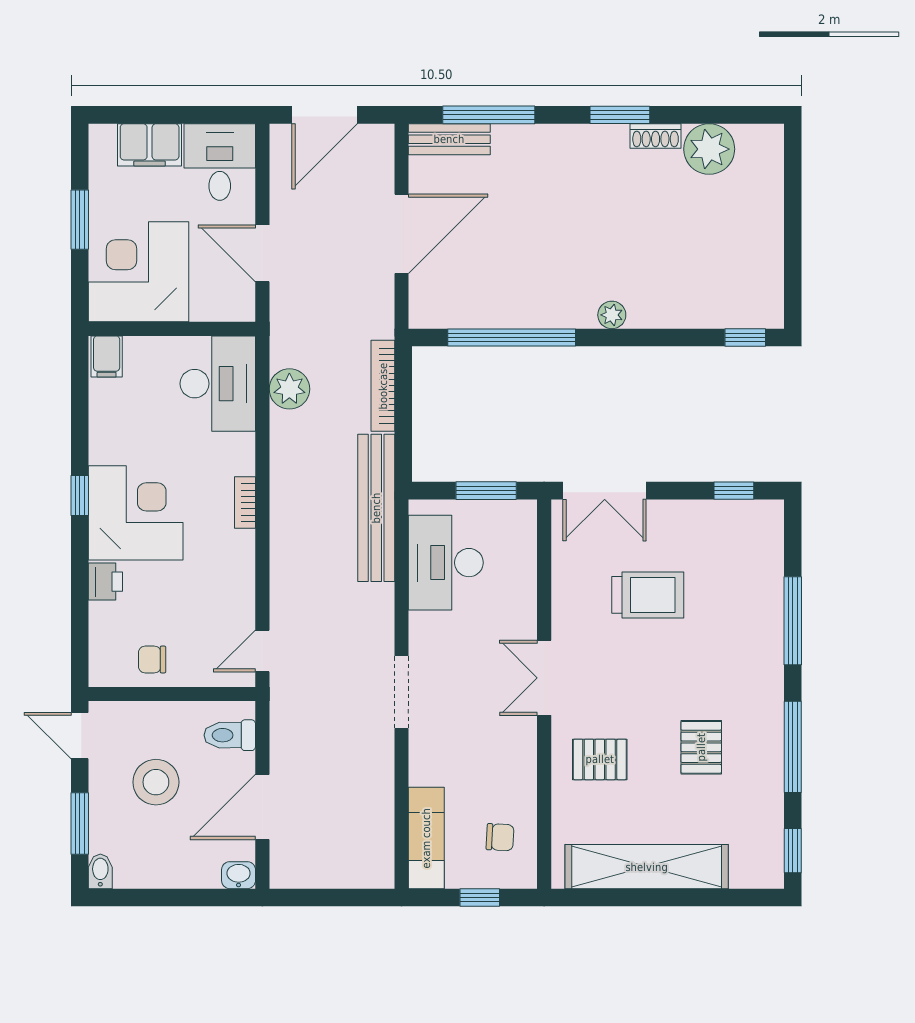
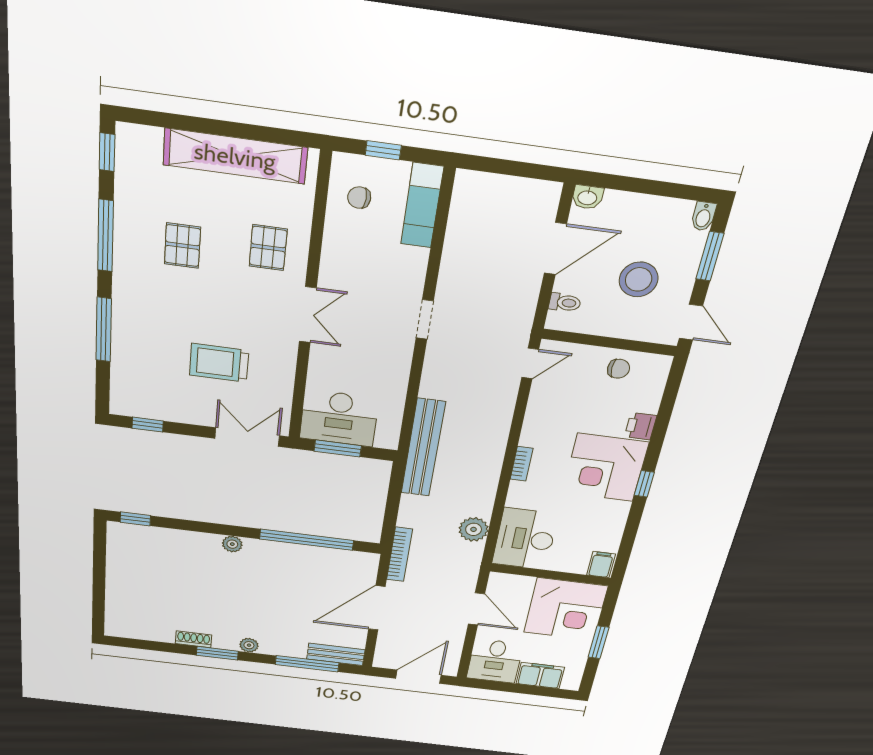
plant: (709, 149) -> (249, 645), moved, width x0.53, depth x0.53
bookcase: (383, 386) -> (399, 554), moved
desk: (446, 563) -> (339, 418), moved, turned 90
doorway: (401, 692) -> (425, 320), width x0.73
toilet: (230, 735) -> (565, 303), width x0.73, depth x0.72
pallet: (600, 759) -> (268, 248), turned 90

